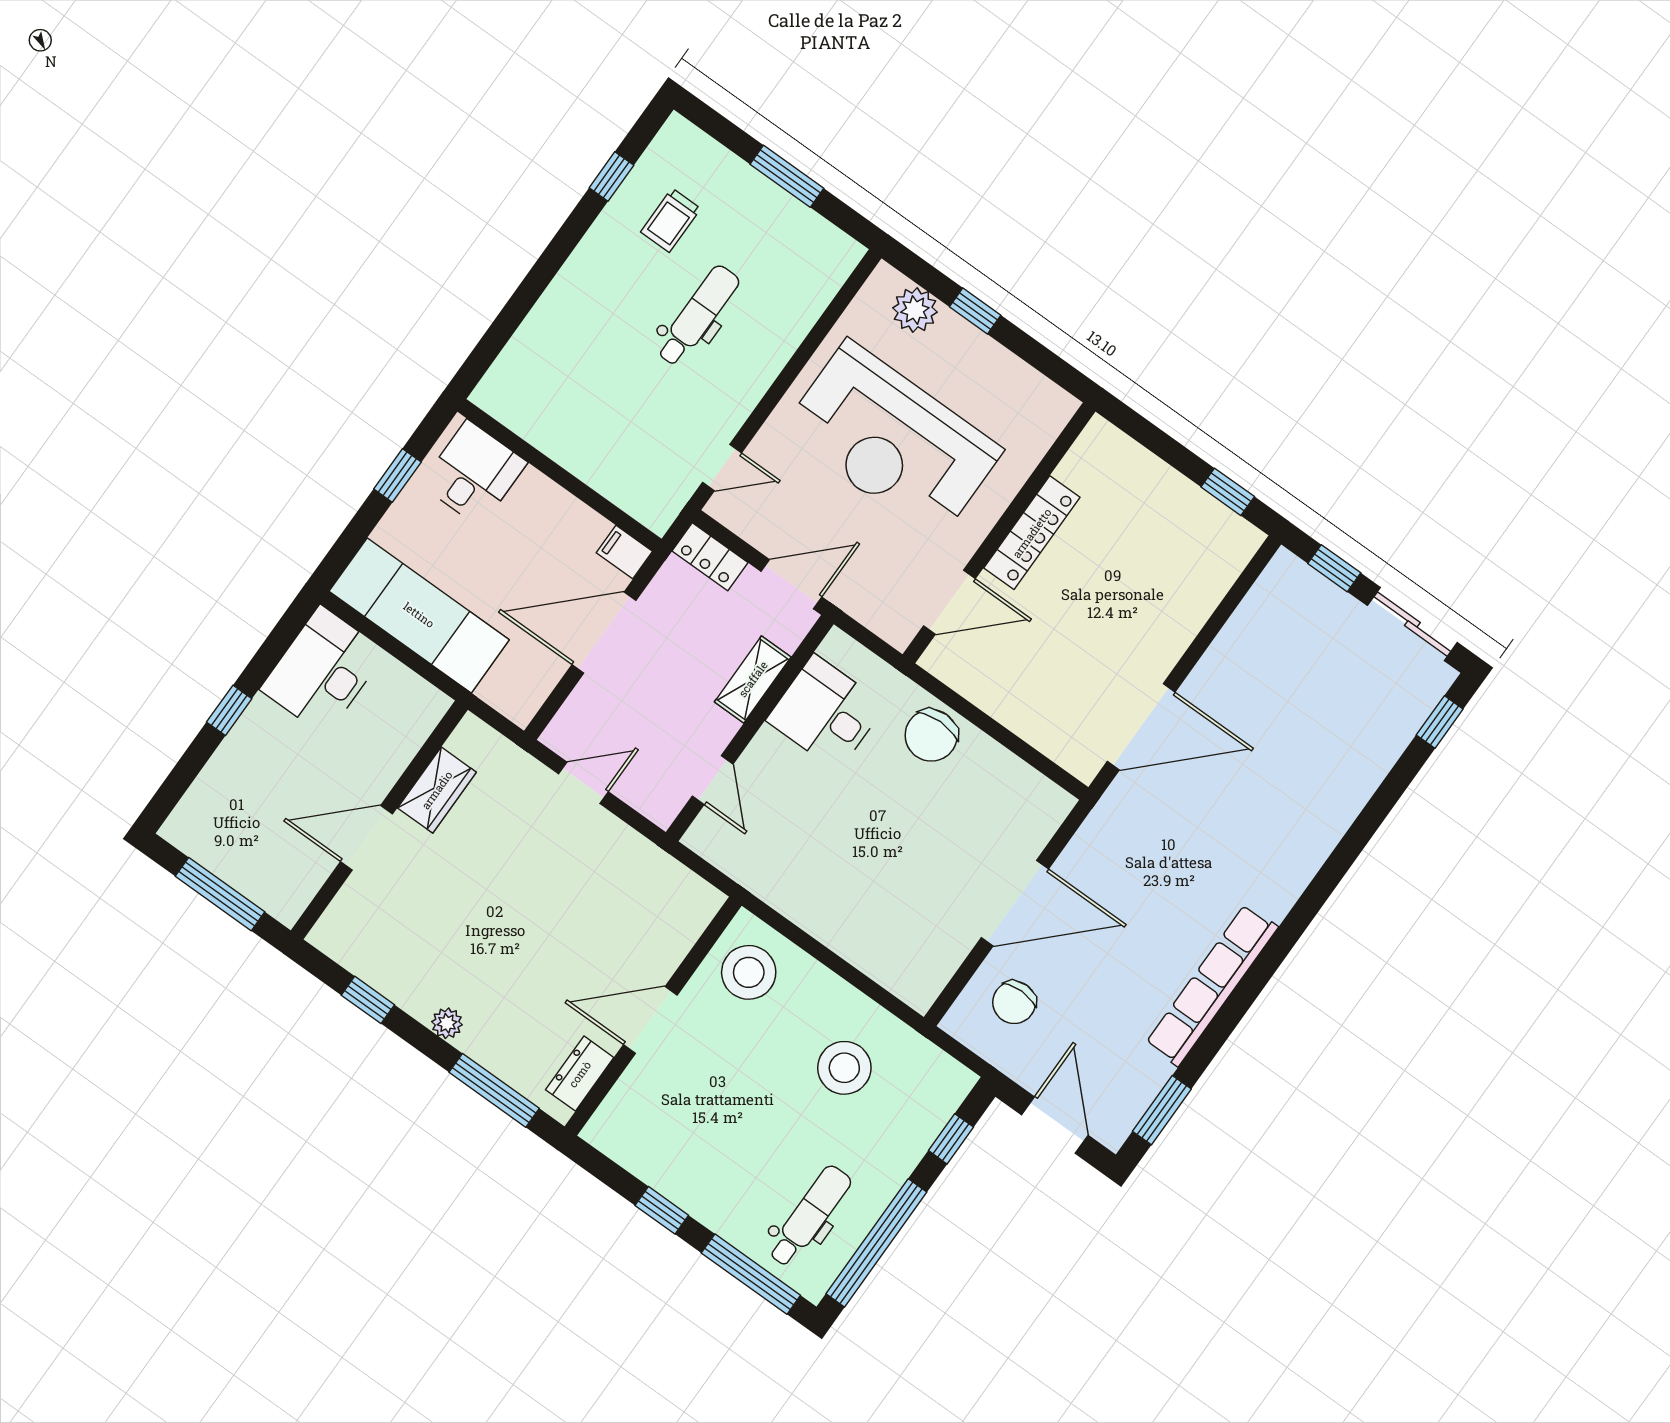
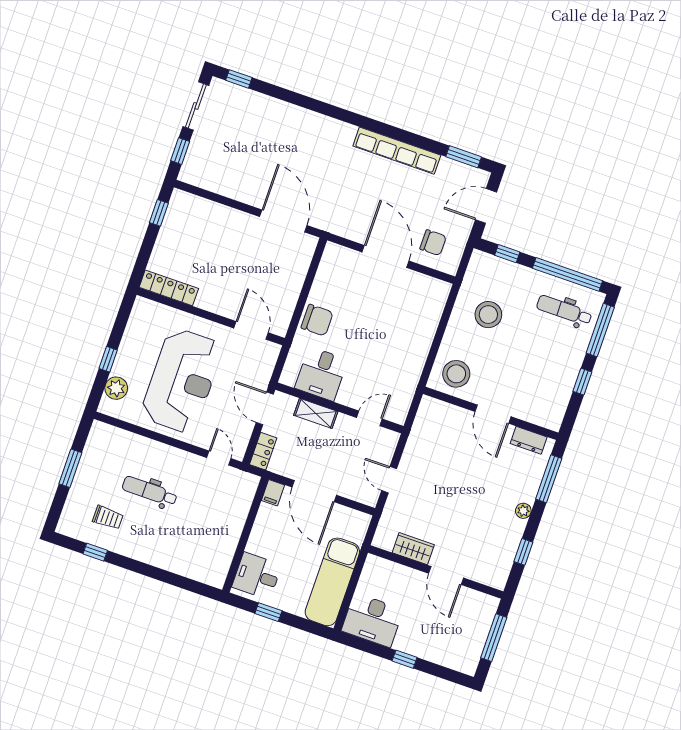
locker: (1032, 533) -> (169, 288), moved

